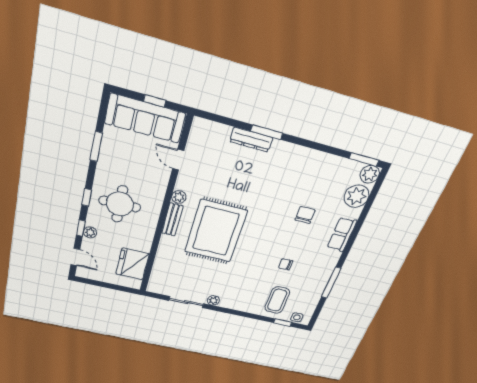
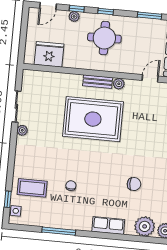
chair: (305, 215) -> (134, 184), moved

